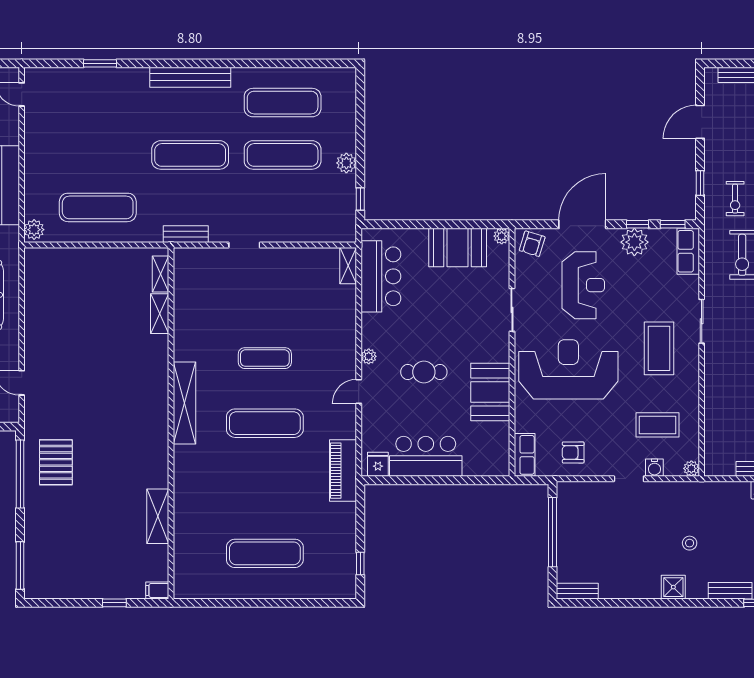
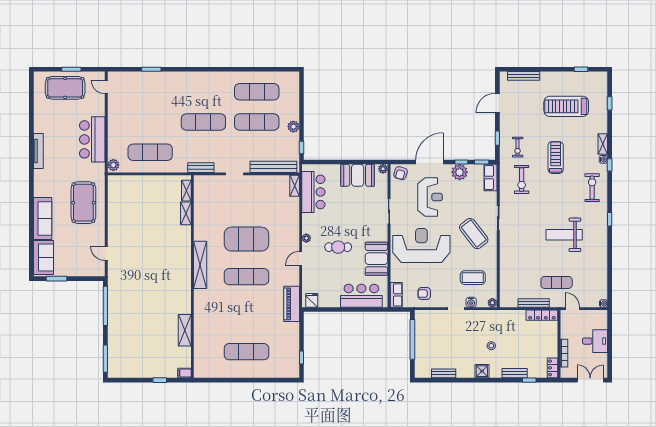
bench: (190, 77) -> (273, 167), moved
coffee table: (659, 348) -> (474, 234), turned -38
exercise mat: (265, 358) -> (246, 239), width x2.00, depth x1.45
bar counter: (426, 456) -> (361, 296), moved
pallet: (56, 462) -> (126, 299), removed
bench: (577, 591) -> (444, 373), moved

